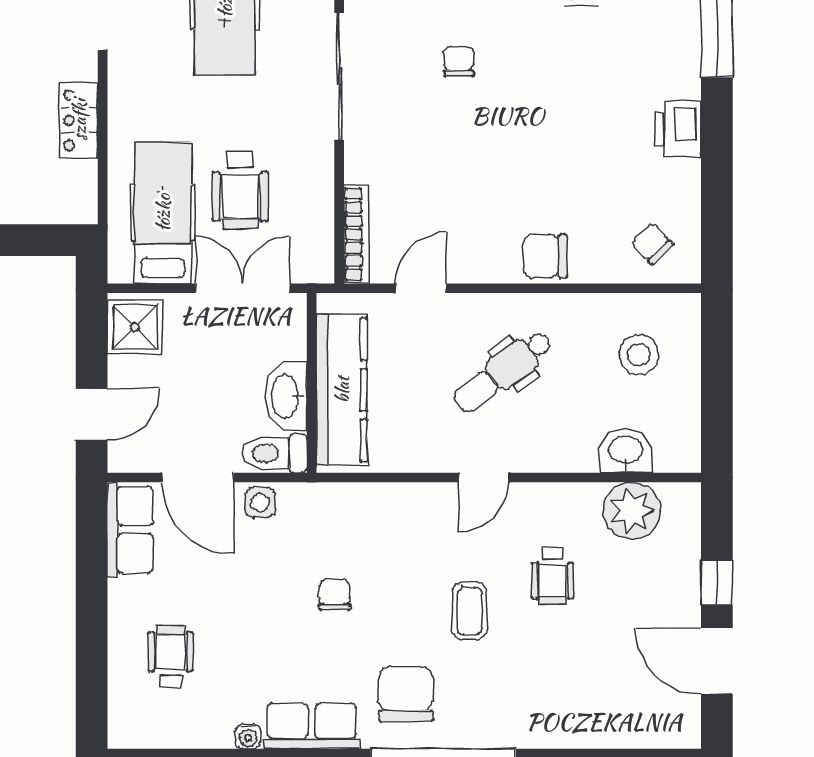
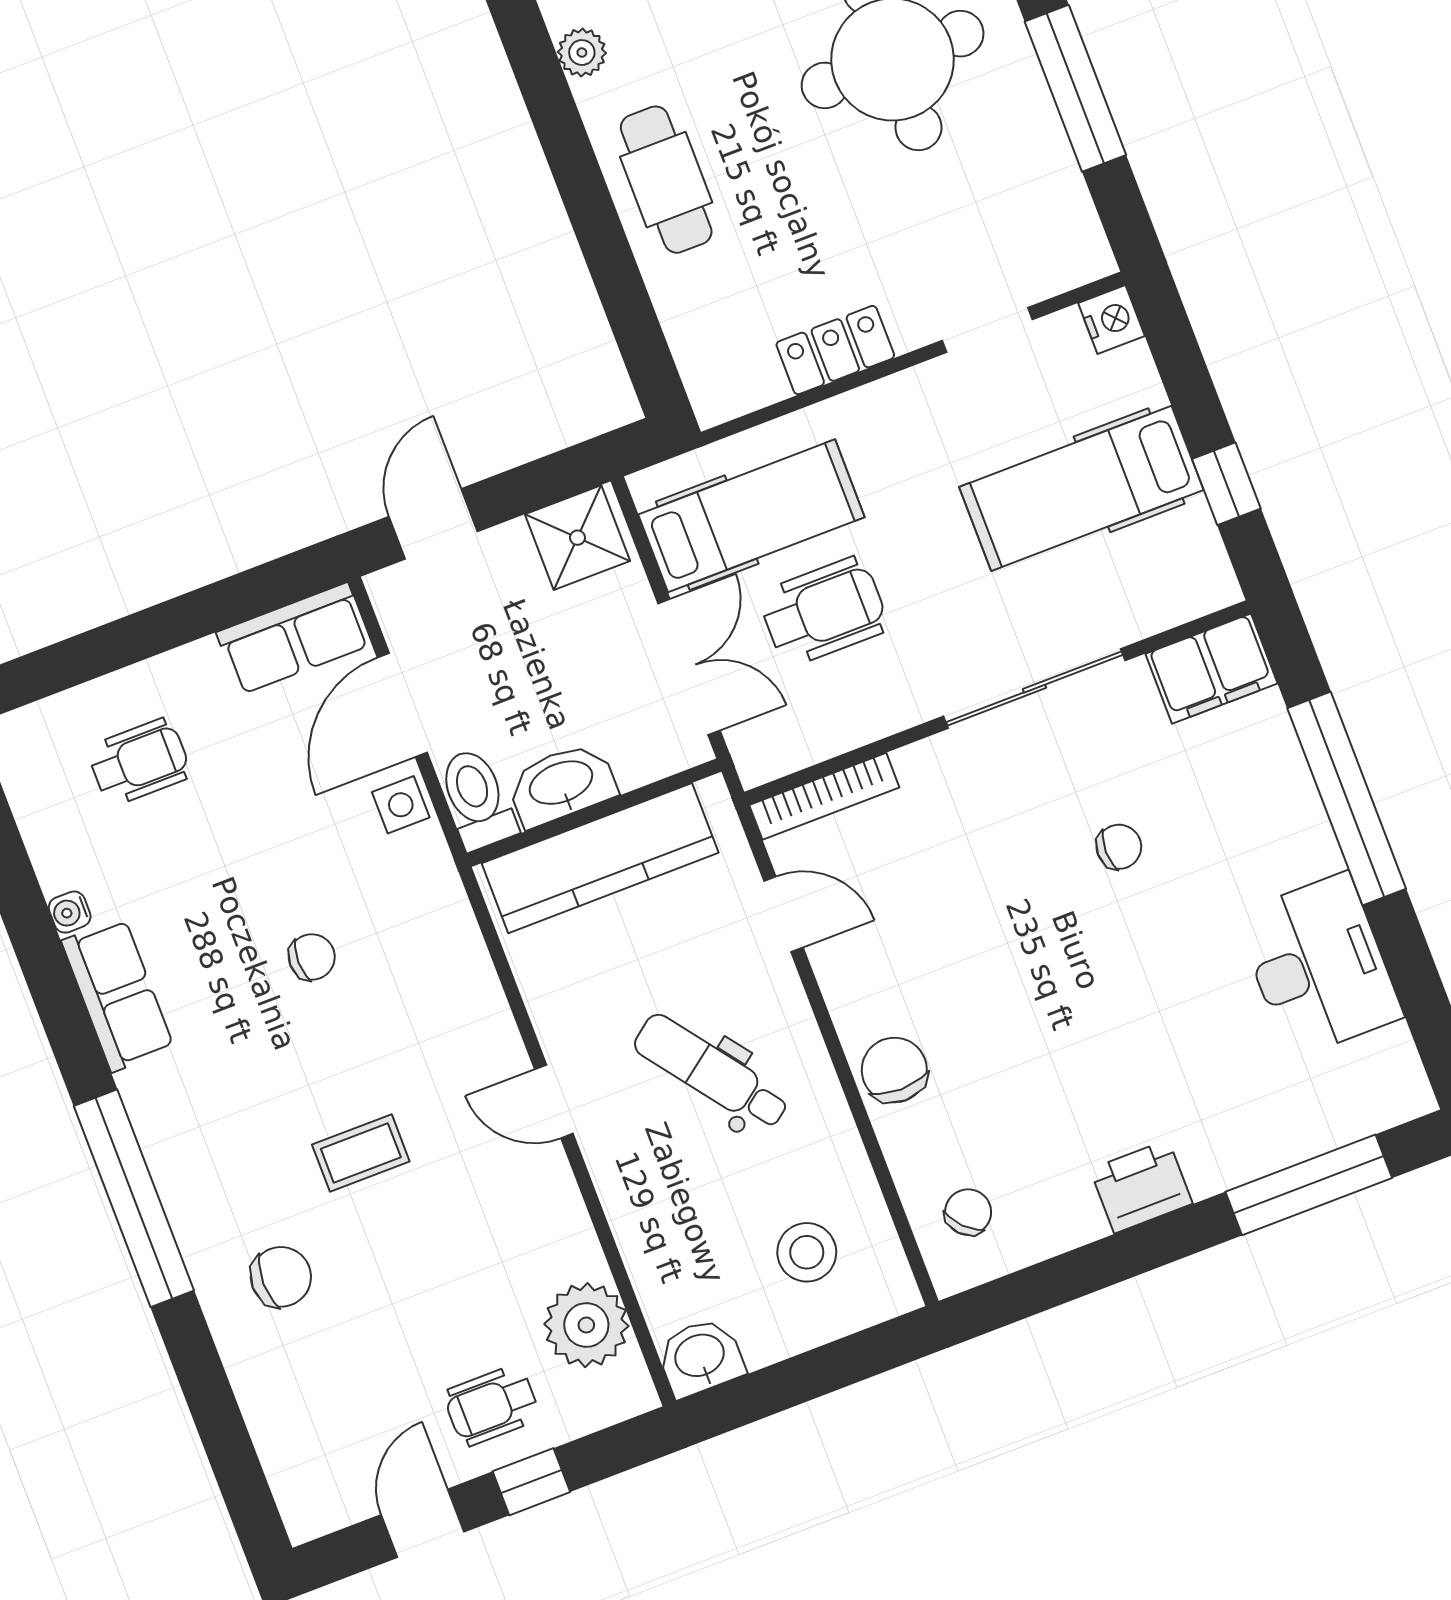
wheelchair: (240, 190) -> (823, 611), turned 180
door: (92, 415) -> (433, 524), swing flipped
washbasin: (626, 451) -> (700, 1357), moved, turned -90
wheelchair: (553, 576) -> (492, 1405), moved
door: (717, 661) -> (423, 1523), width x0.73
chair: (406, 694) -> (281, 1277), moved, width x0.73, depth x0.73

